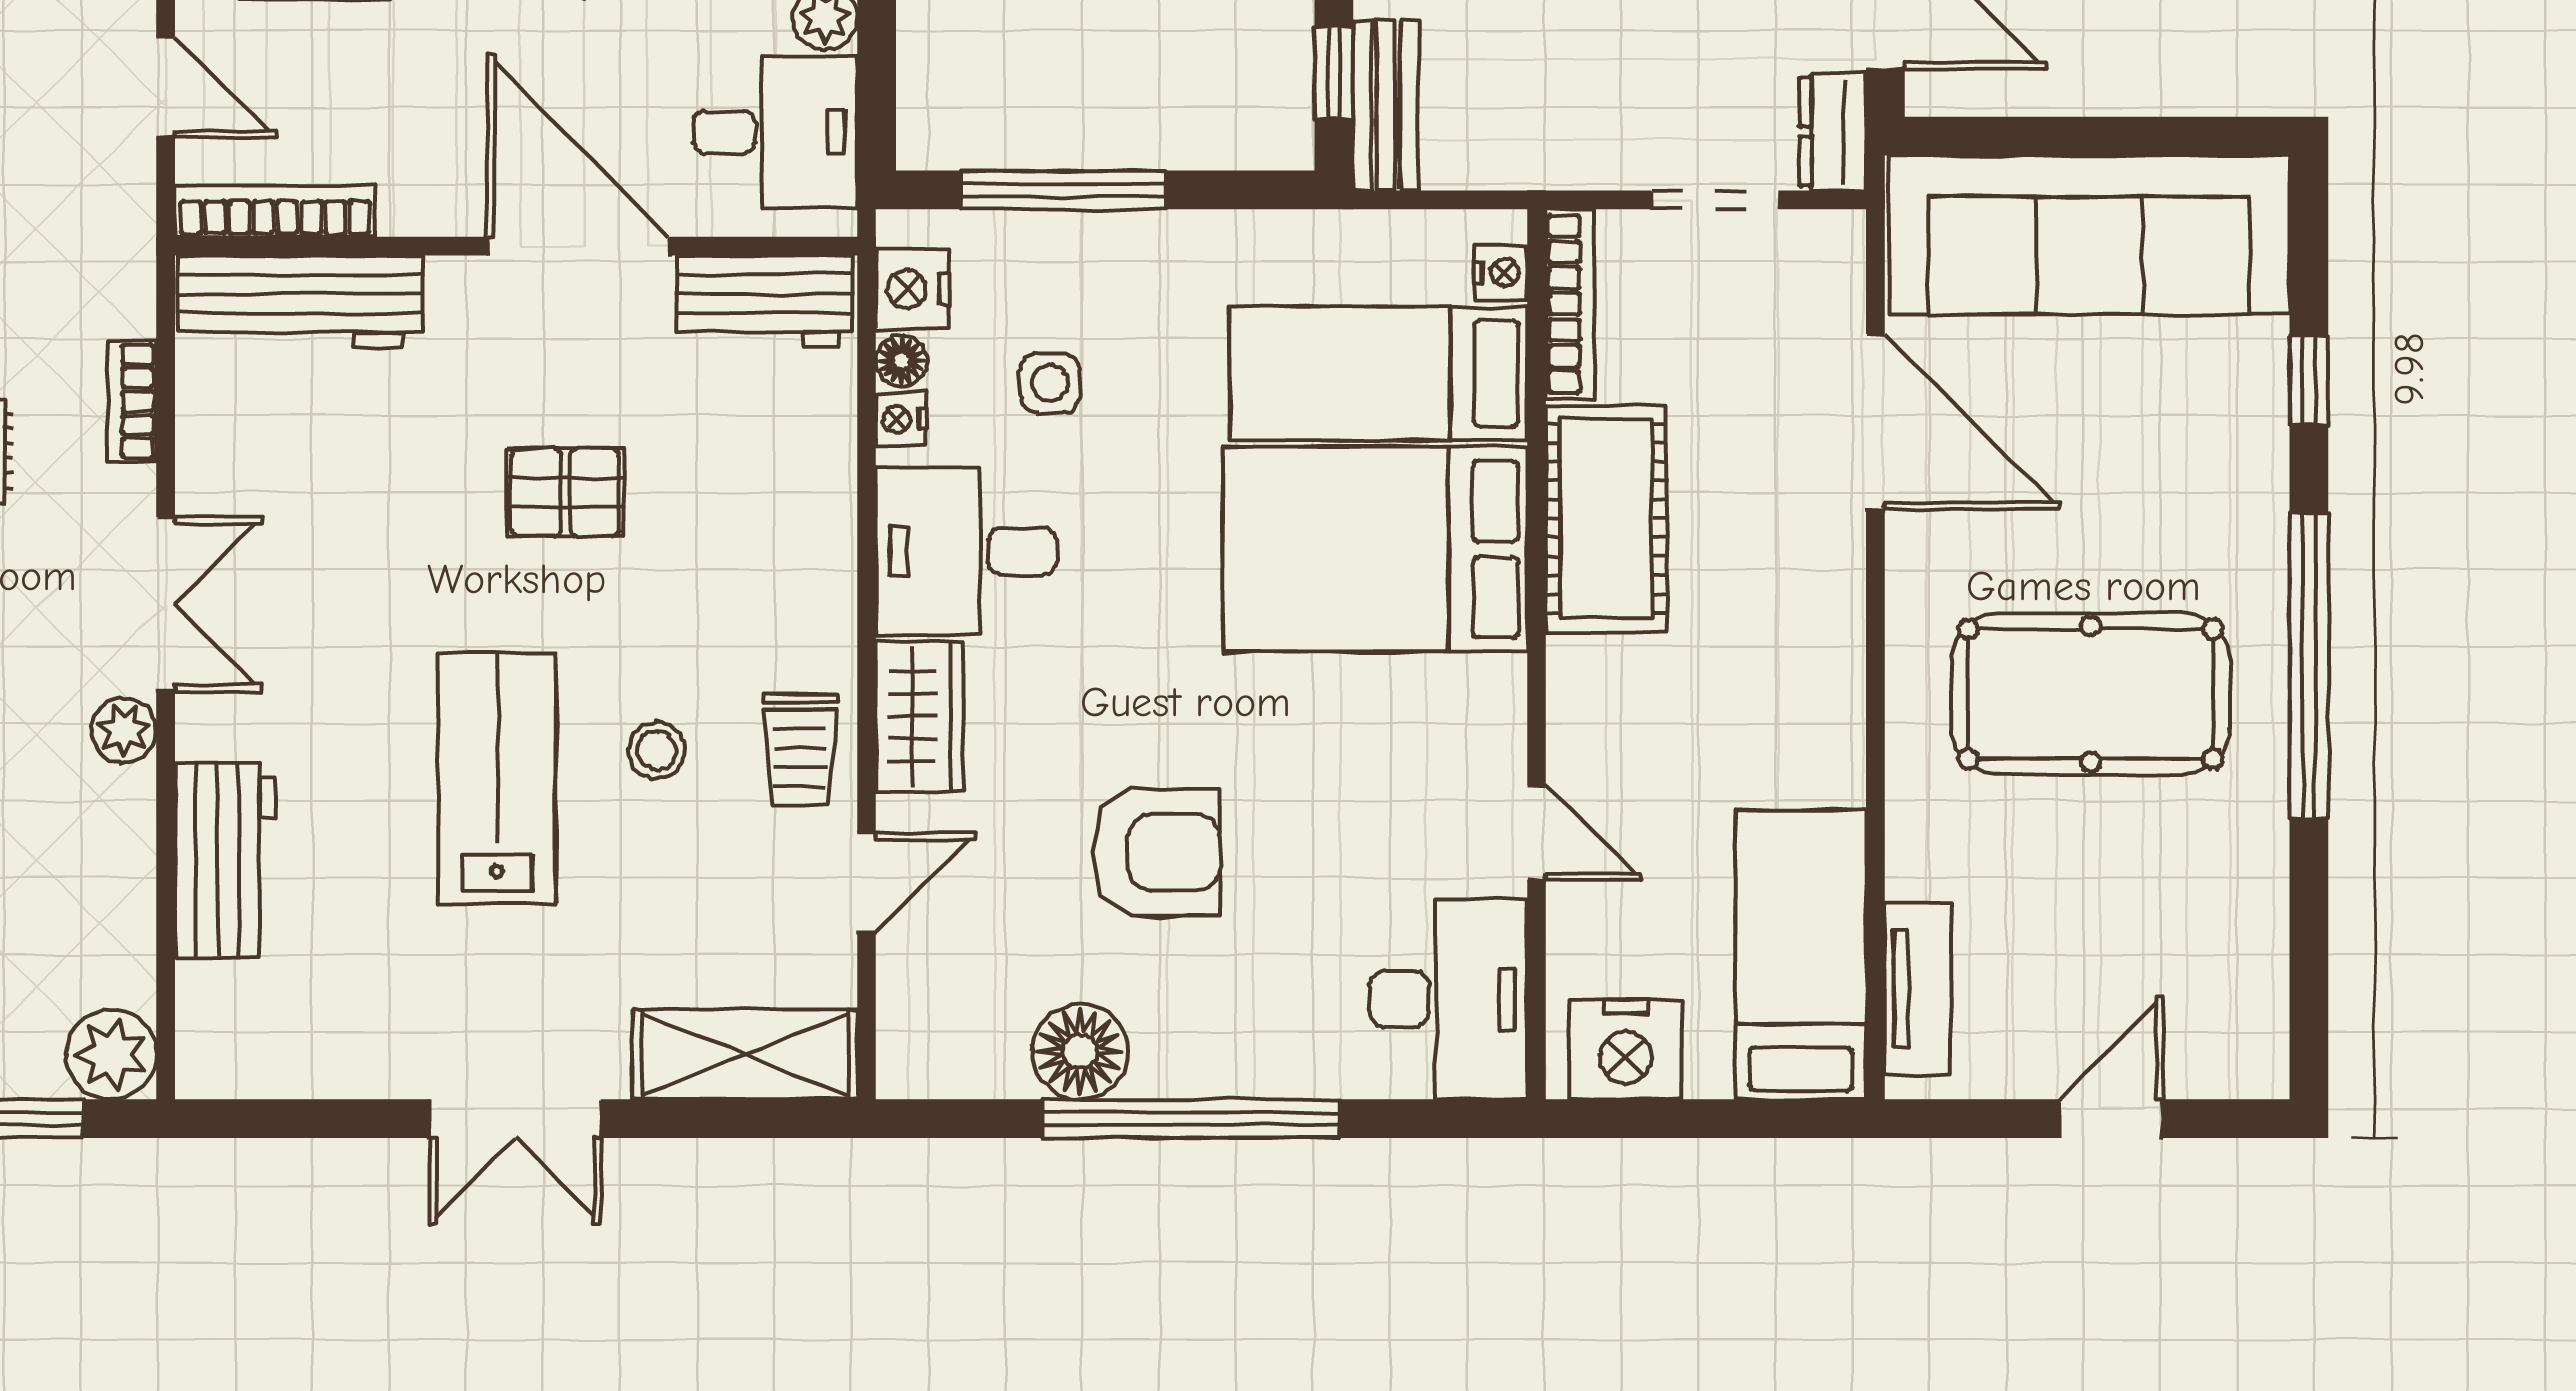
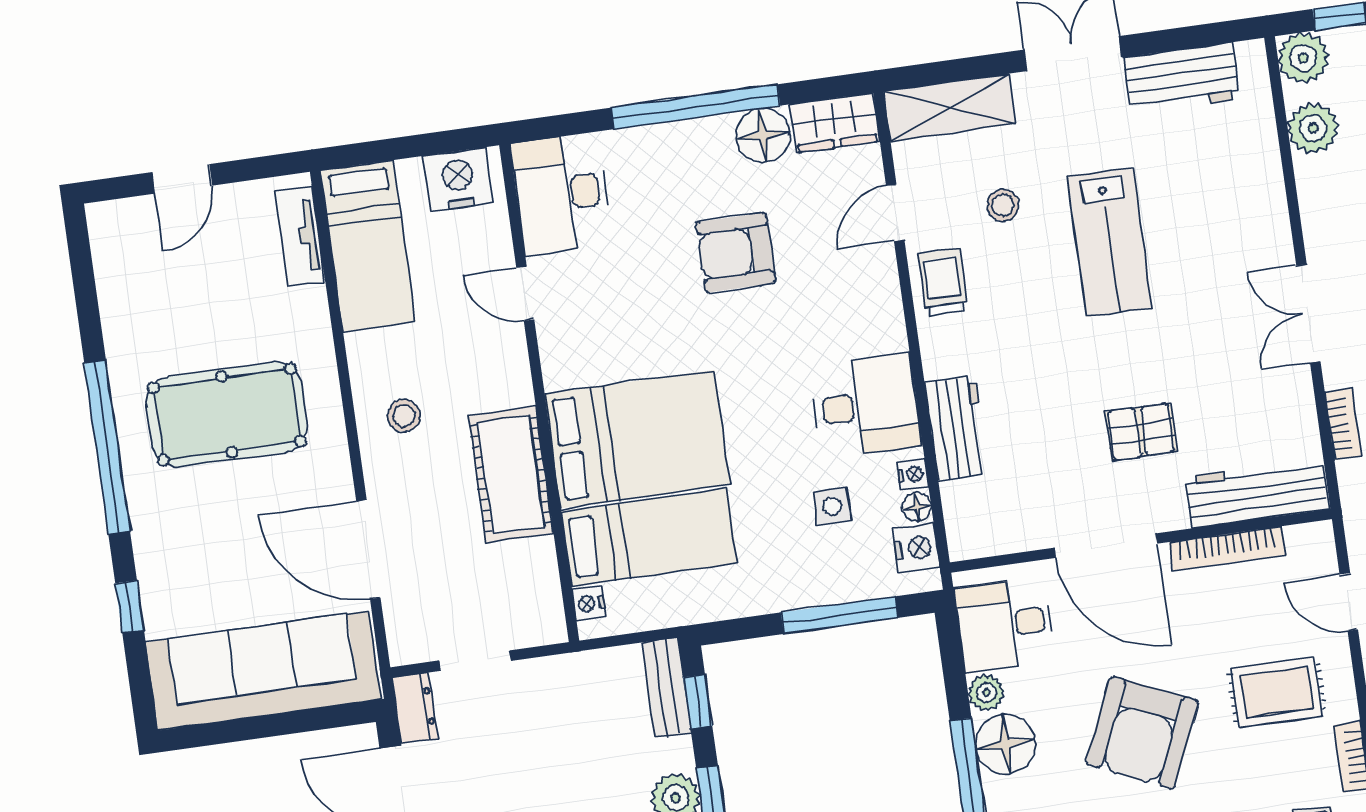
bookcase: (275, 211) -> (1227, 549), moved
workbench: (765, 301) -> (957, 428), moved, turned 90
bookcase: (1570, 304) -> (548, 591), removed
pallet: (565, 492) -> (1141, 432), moved
stool: (1780, 648) -> (404, 416), added
wardrobe: (919, 716) -> (835, 123), moved, turned -90
plant: (124, 730) -> (1313, 128), moved, width x1.38, depth x1.38
stool: (657, 750) -> (1003, 205), moved
workbench: (225, 860) -> (1182, 78), moved, turned -90

